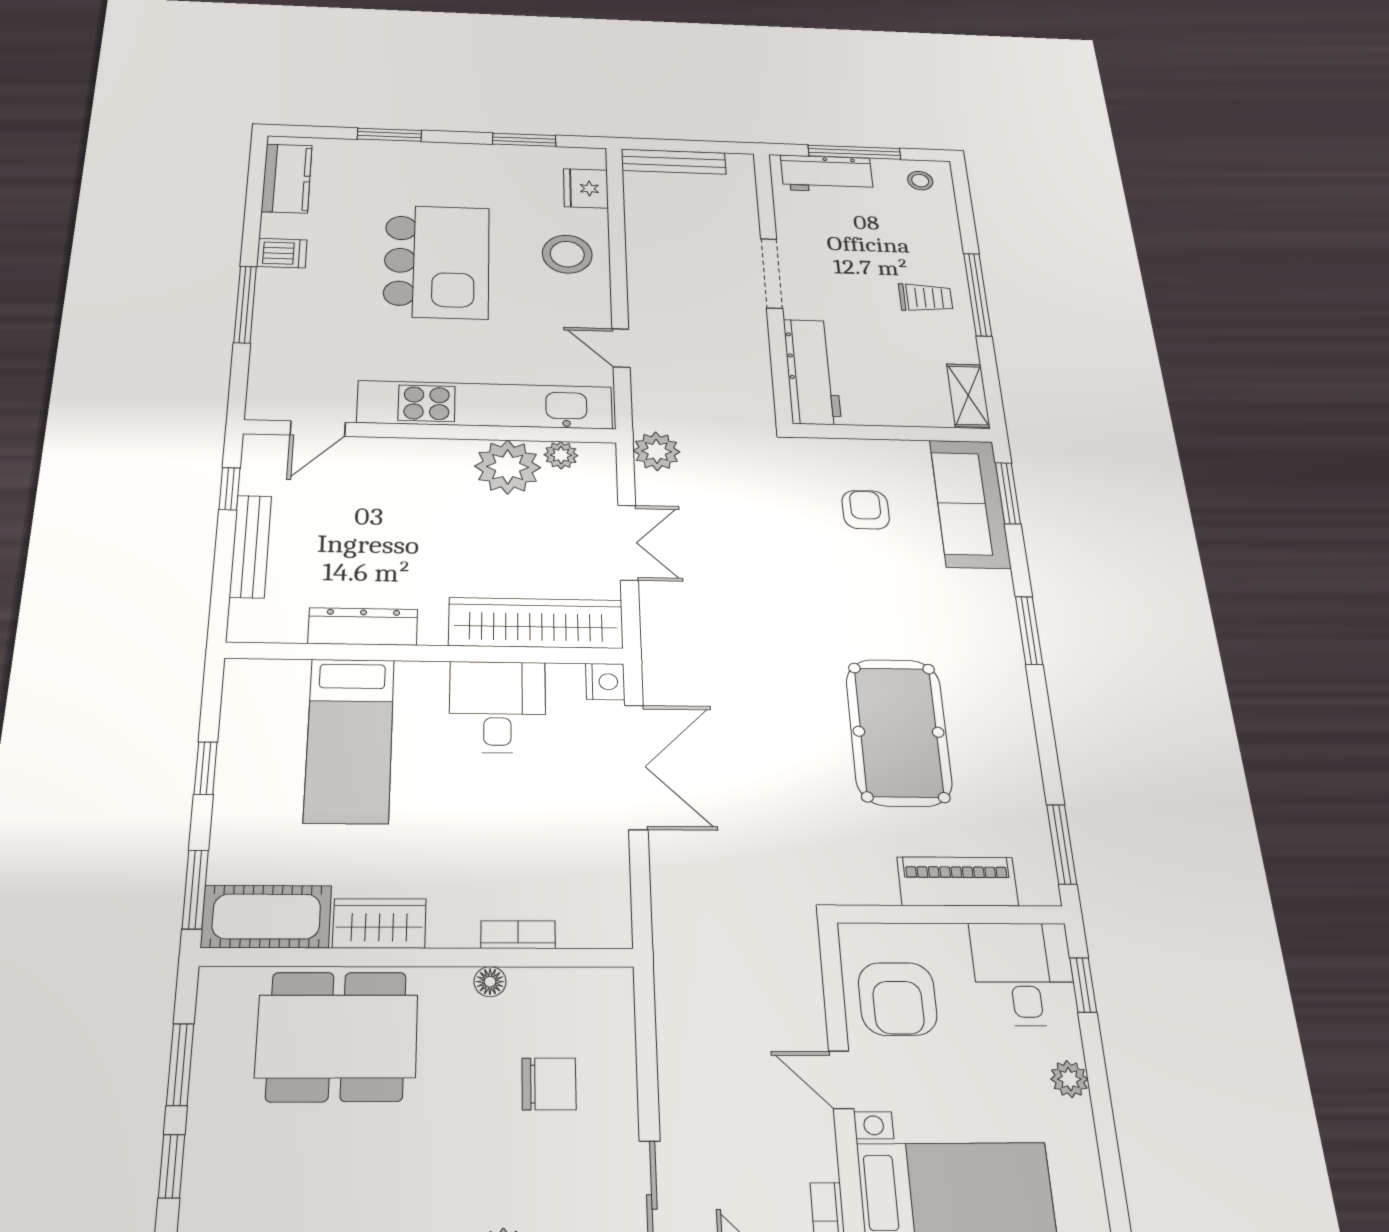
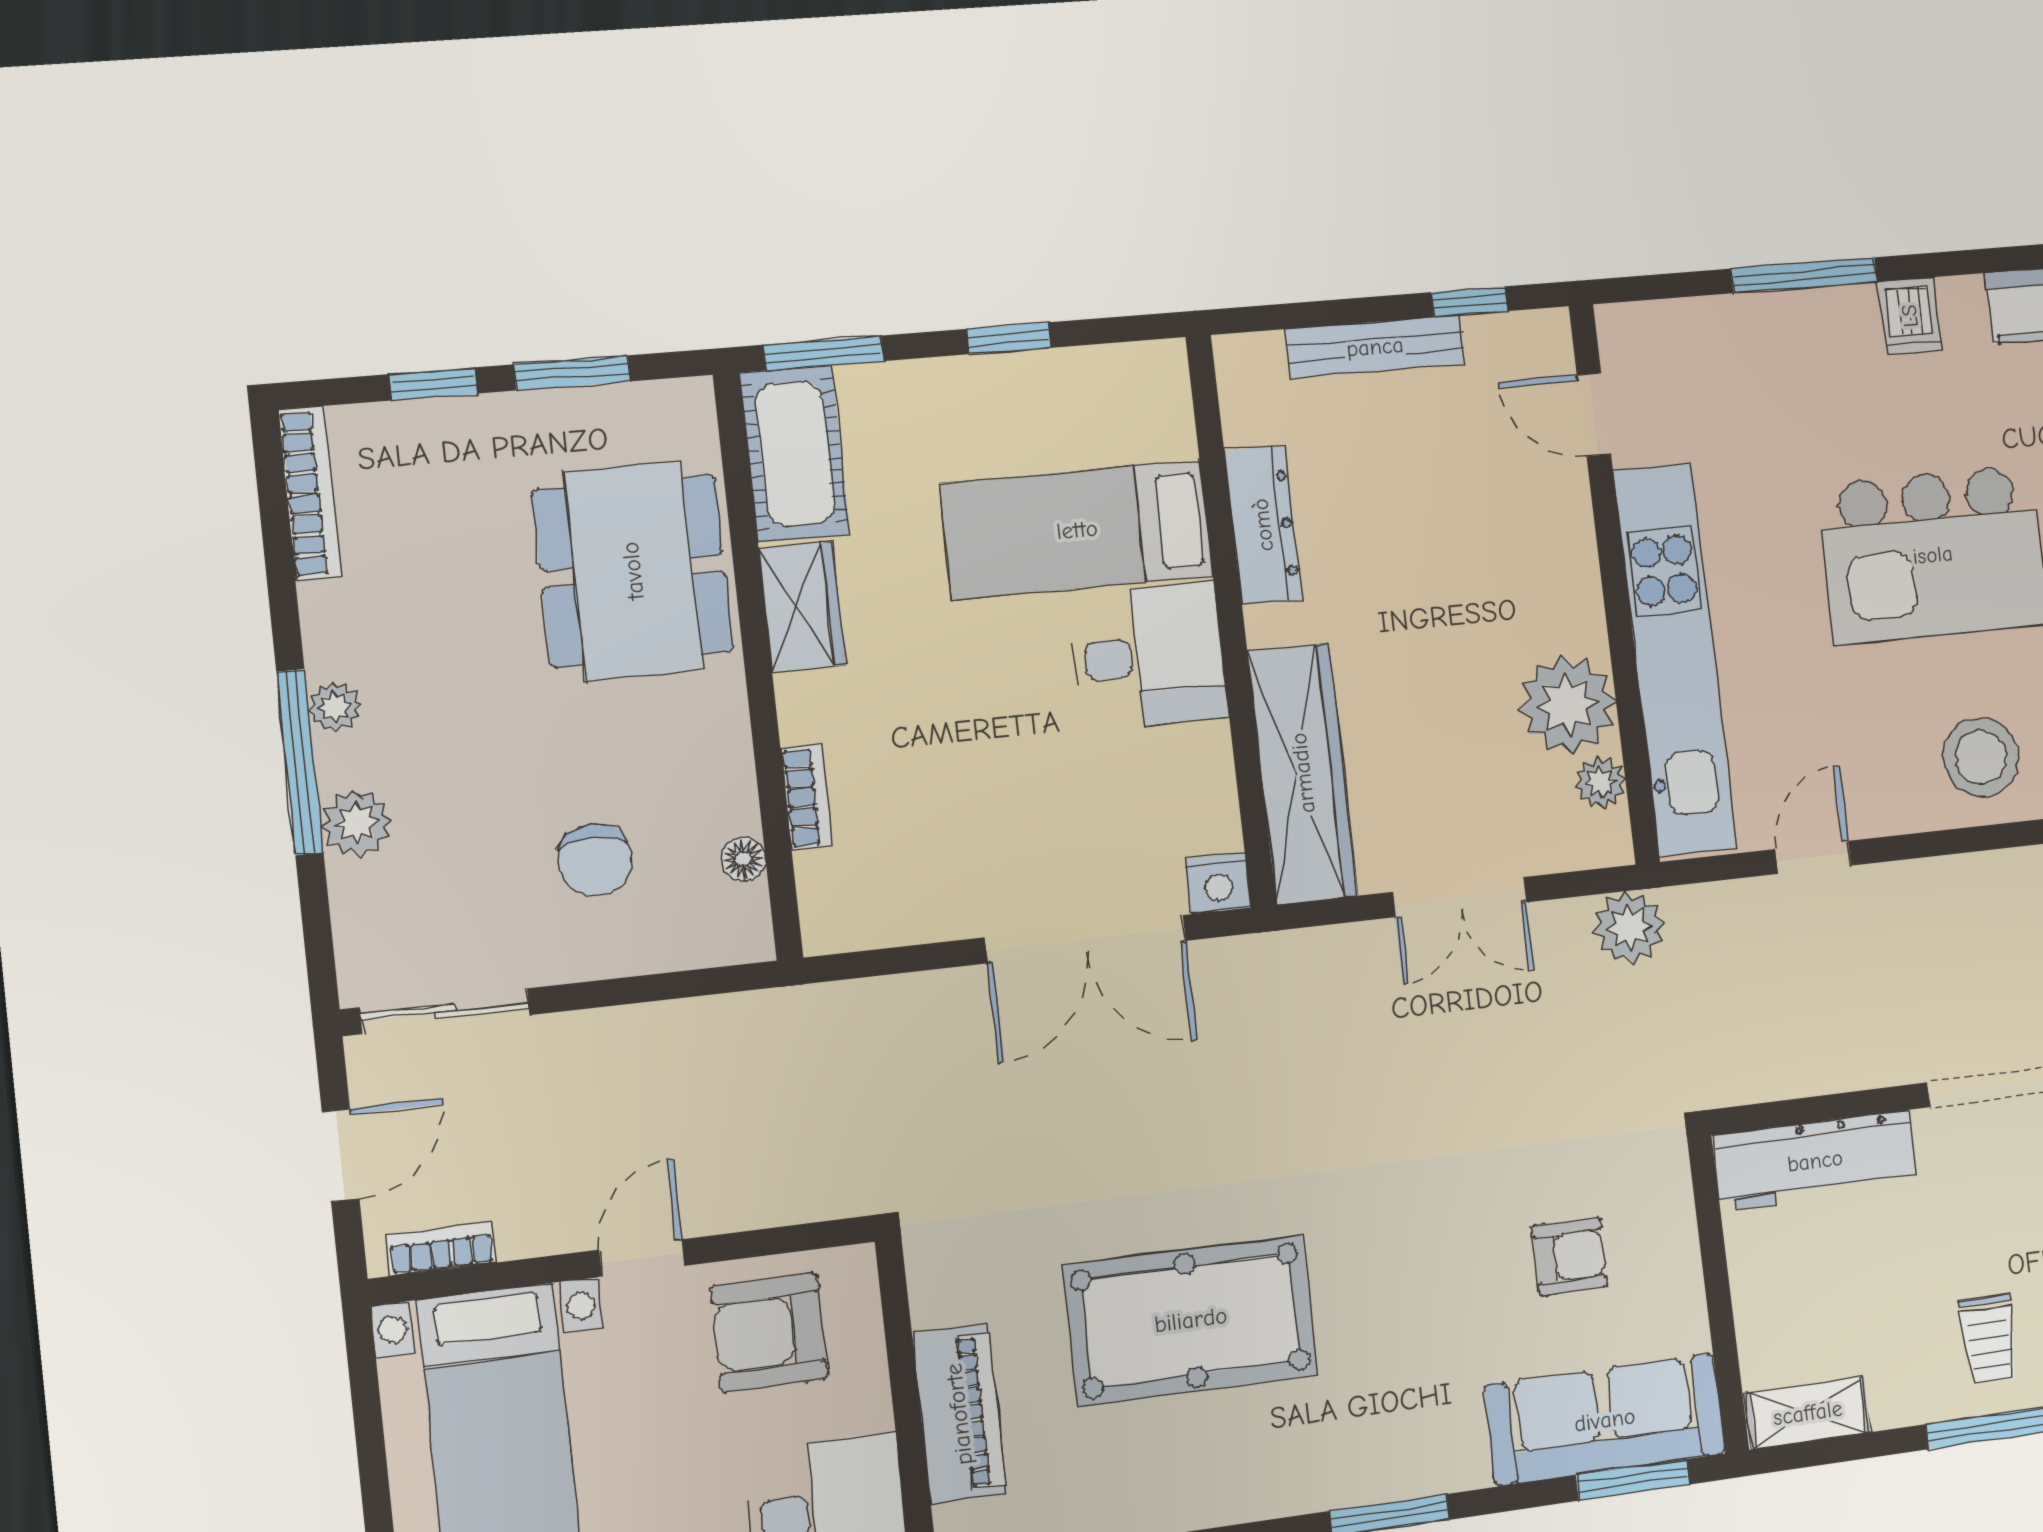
desk: (497, 707) -> (1148, 656), moved
floor lamp: (490, 982) -> (743, 859), moved

